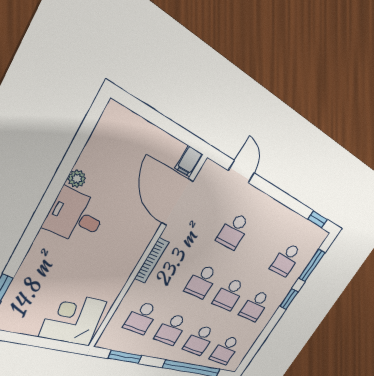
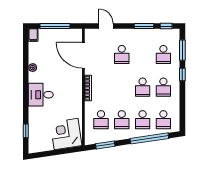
window: (162, 122) -> (55, 26), added
filing cabinet: (189, 161) -> (33, 35), moved
window: (291, 203) -> (144, 26), added
desk: (75, 217) -> (41, 95), moved
school desk: (202, 282) -> (122, 87), removed

